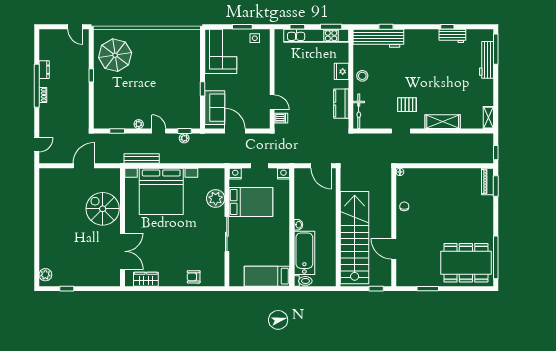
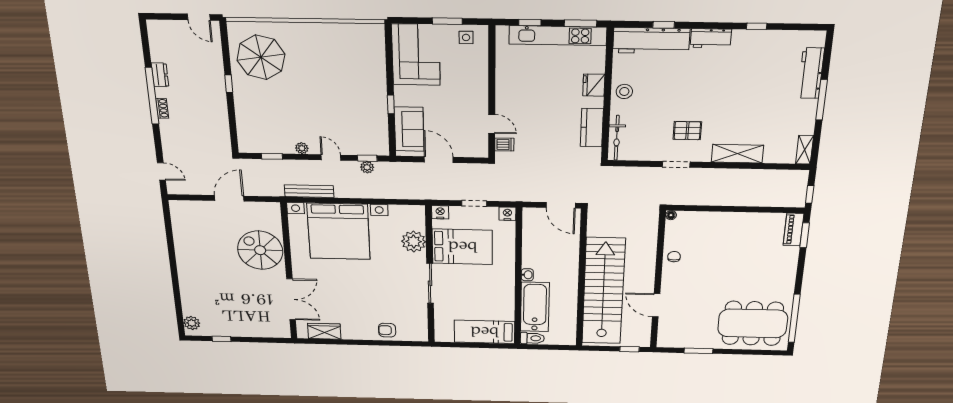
workbench: (452, 36) -> (711, 38), moved
window: (496, 49) -> (822, 100), moved
door: (37, 145) -> (161, 171), hinge flipped

